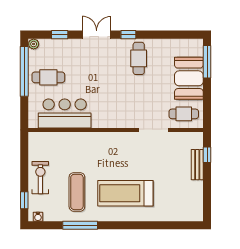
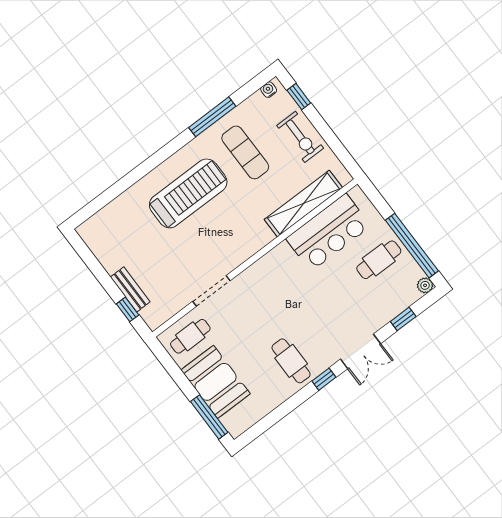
shelving: (66, 140) -> (303, 204), added

